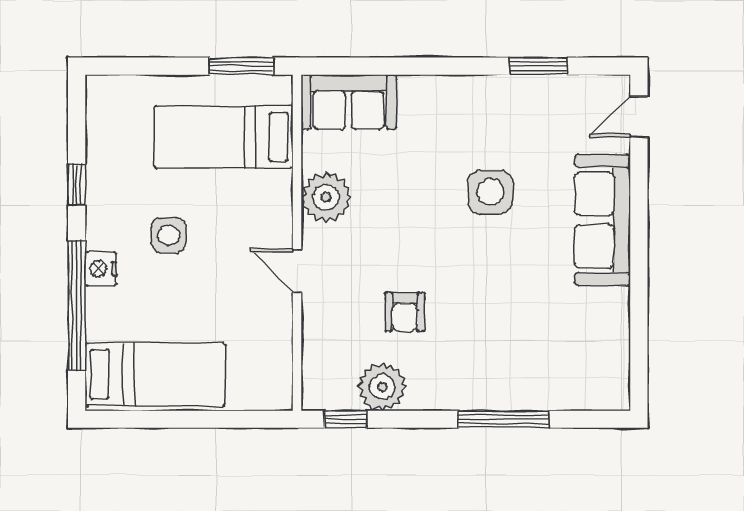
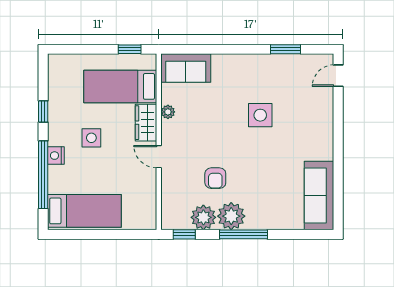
window: (241, 66) -> (130, 49), width x0.67
plant: (326, 197) -> (168, 112), width x0.53, depth x0.53
wardrobe: (273, 206) -> (146, 123), added
sofa: (603, 220) -> (319, 196), moved
plant: (435, 384) -> (231, 216), added
window: (504, 419) -> (244, 234), moved

